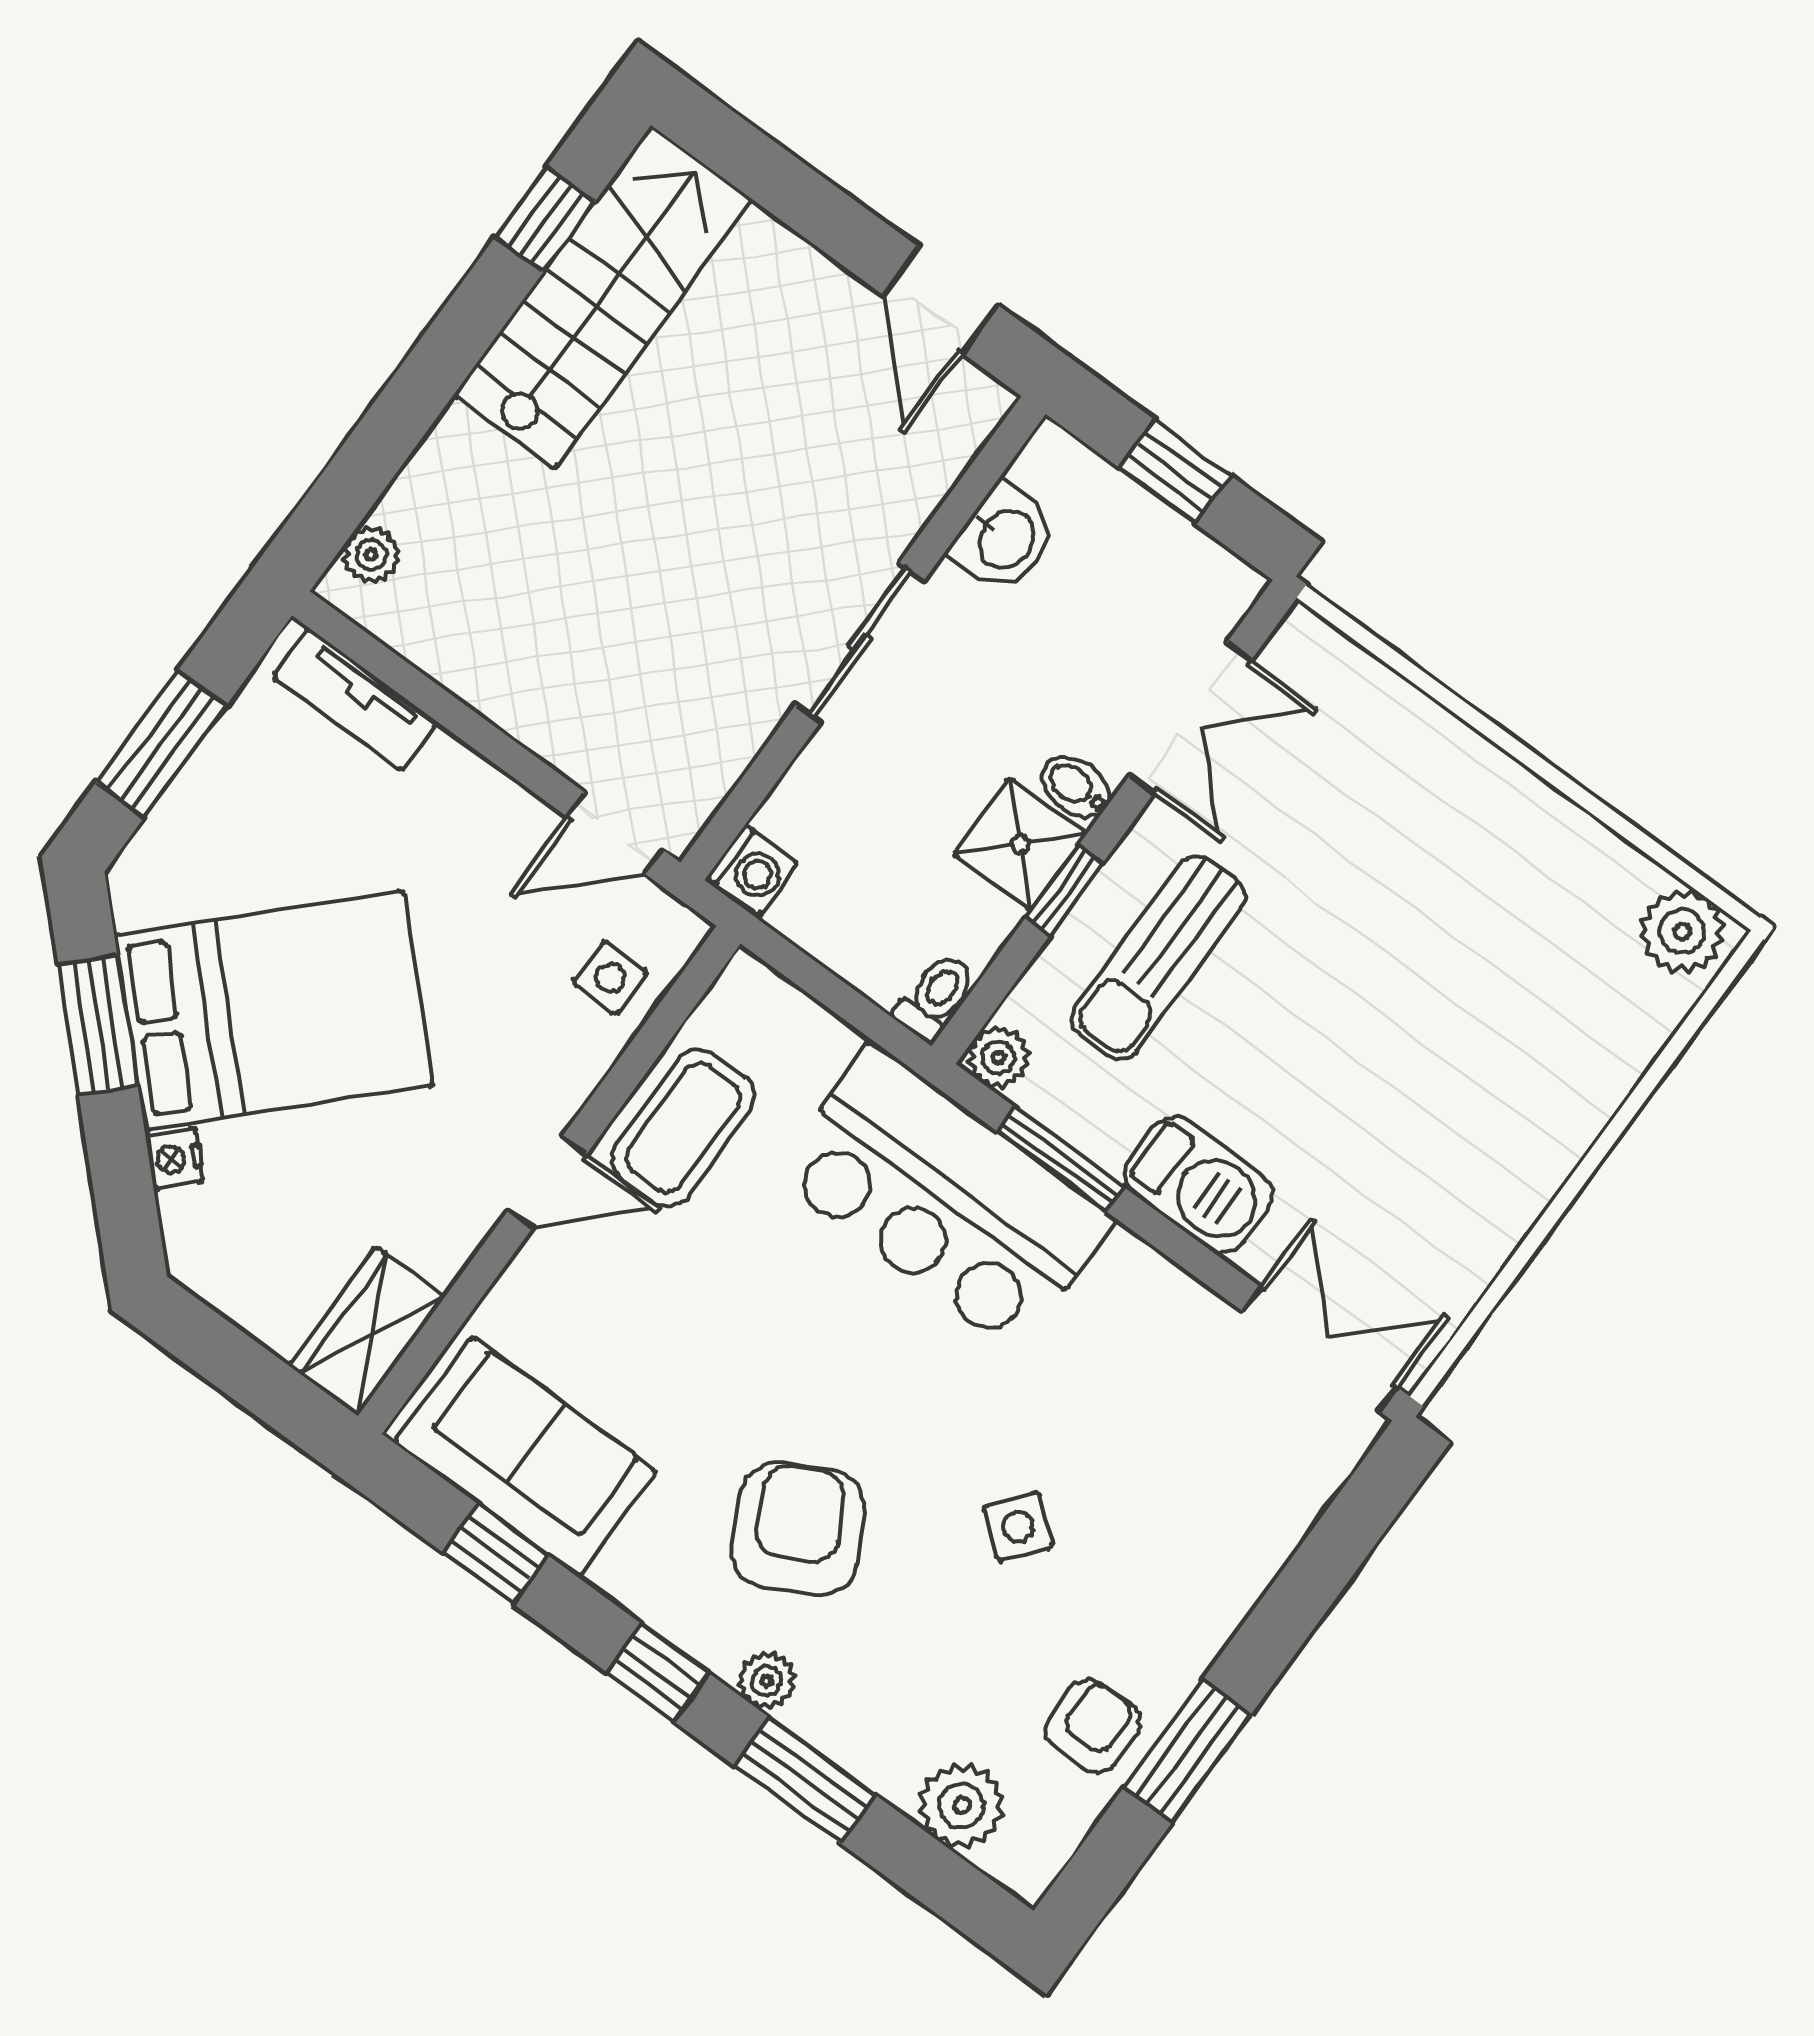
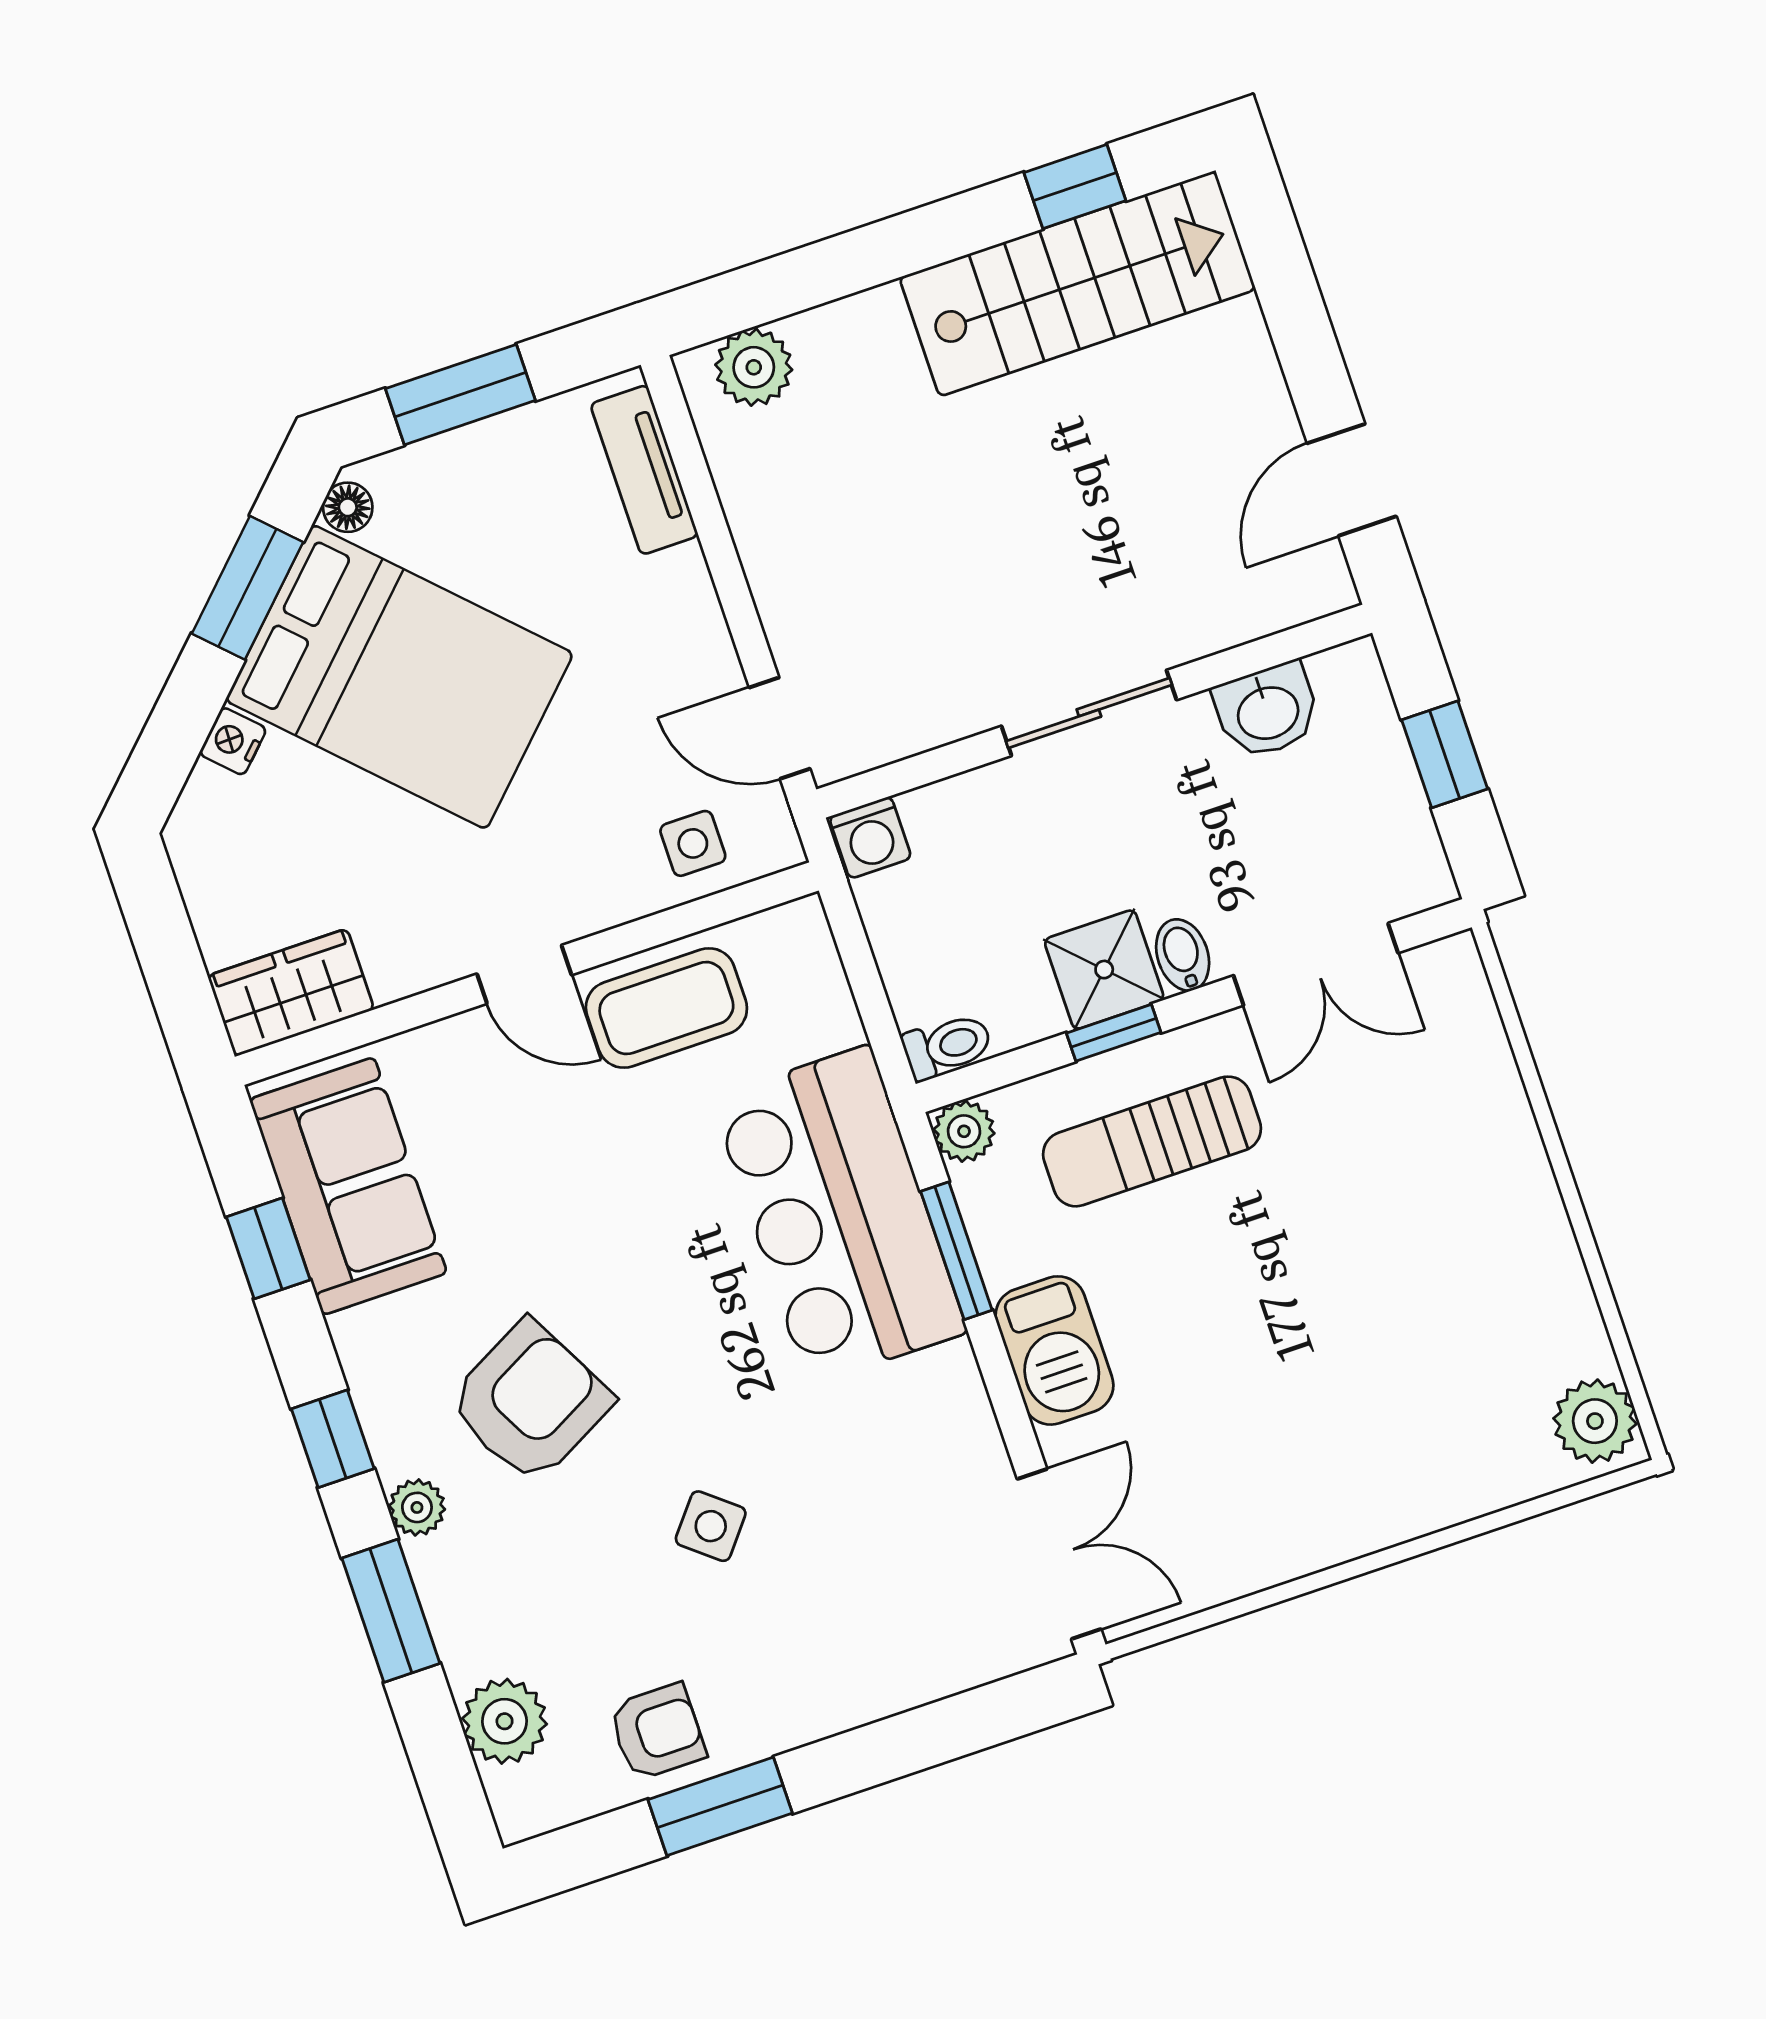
plant: (371, 555) -> (754, 367), width x1.38, depth x1.38
floor lamp: (134, 901) -> (348, 507), added

